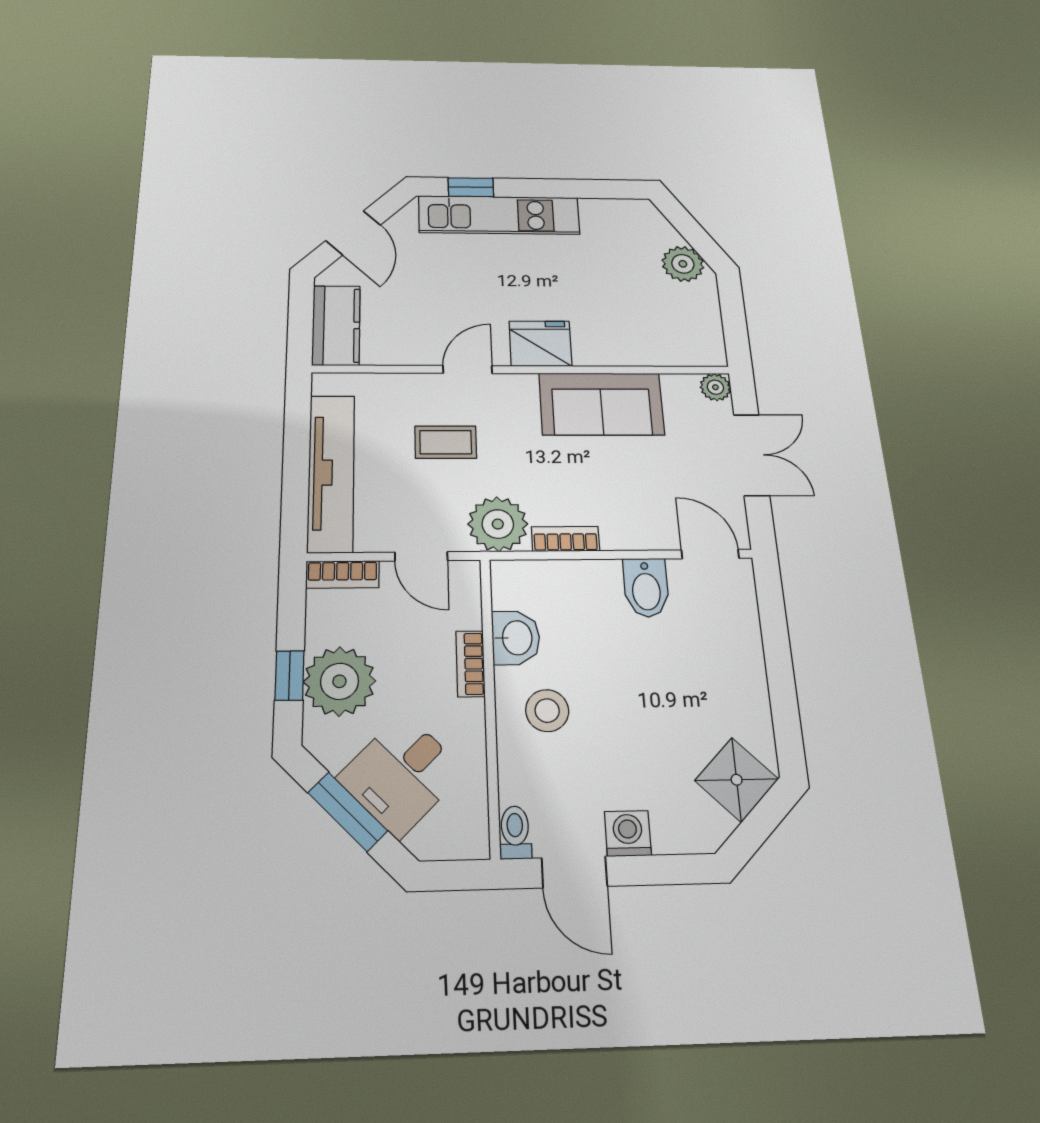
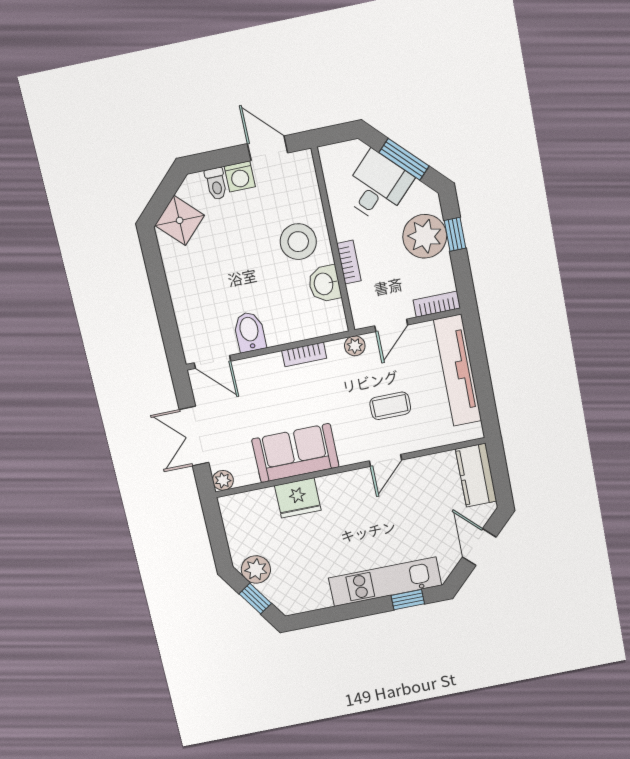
window: (689, 228) -> (255, 599), added
fridge: (540, 344) -> (298, 498), moved
plant: (498, 524) -> (355, 346), width x0.53, depth x0.53
door: (421, 556) -> (391, 325), swing flipped
stool: (547, 711) -> (298, 242), width x1.38, depth x1.38
toilet: (515, 832) -> (216, 184), moved

